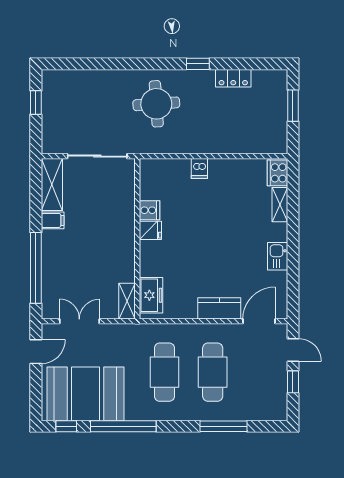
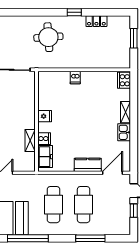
shelving: (280, 205) -> (125, 112), moved
cooker: (149, 210) -> (44, 139), moved
shelving: (127, 301) -> (30, 141), moved

